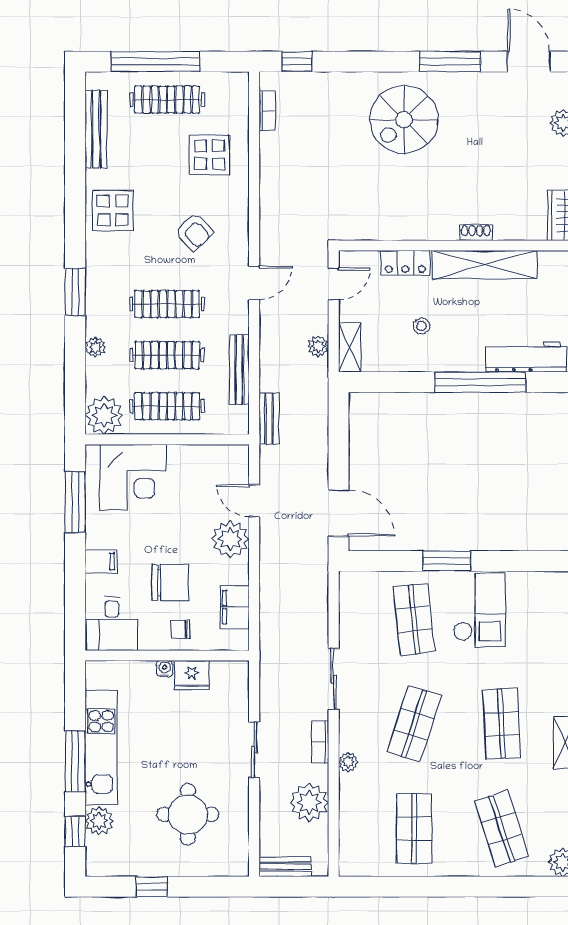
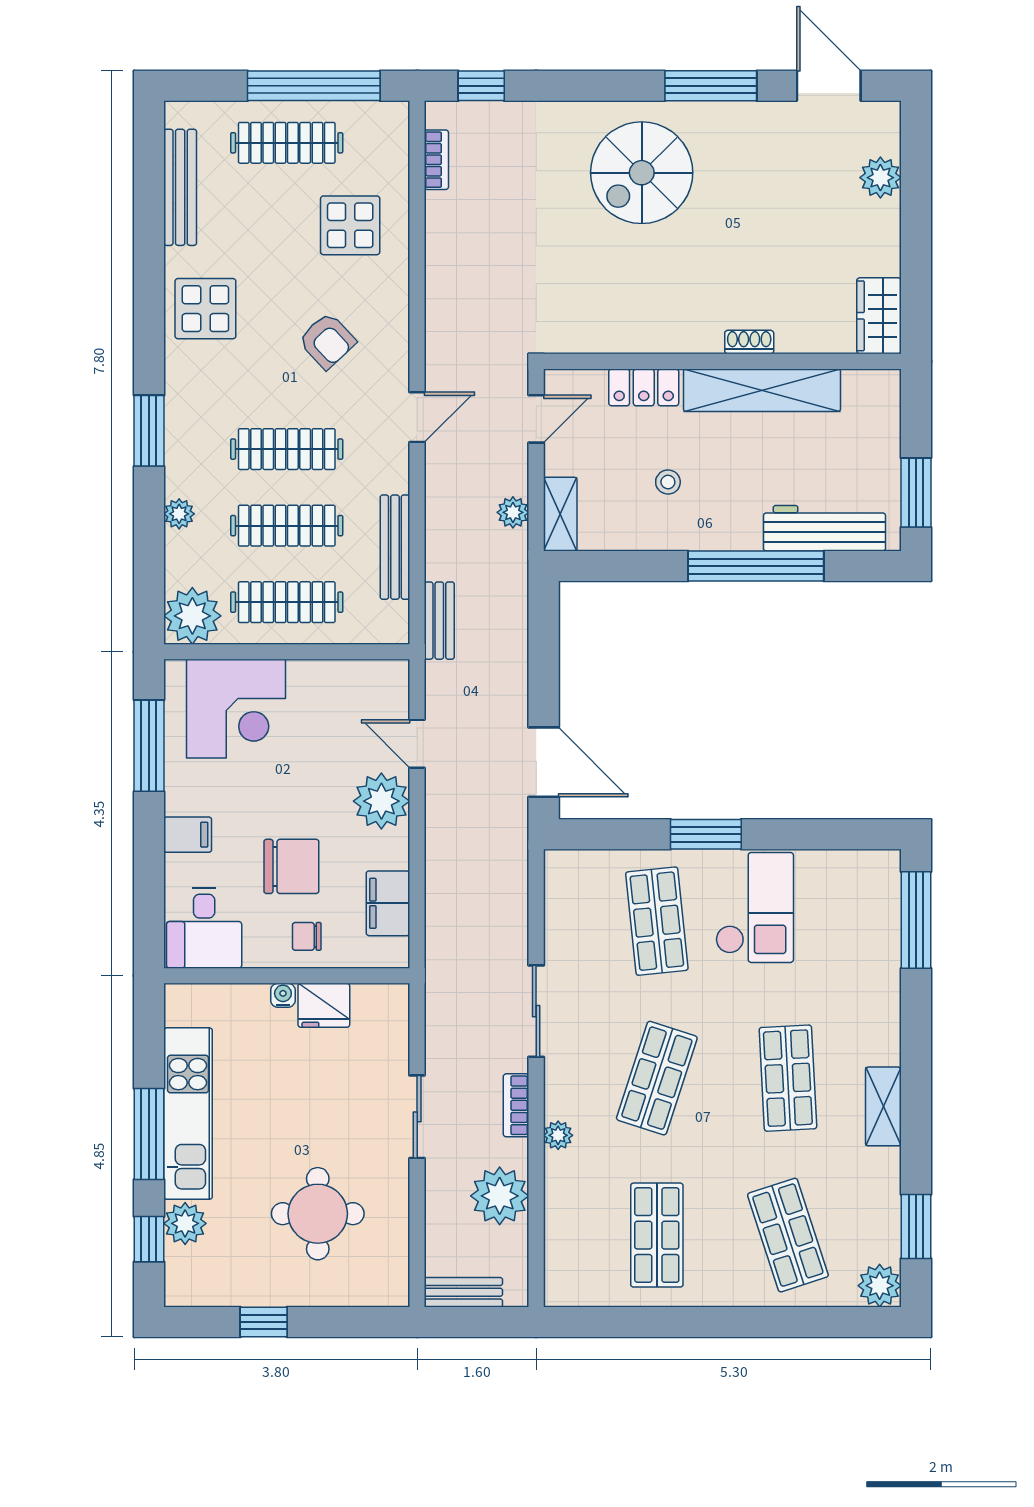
window: (155, 62) -> (314, 86), moved

